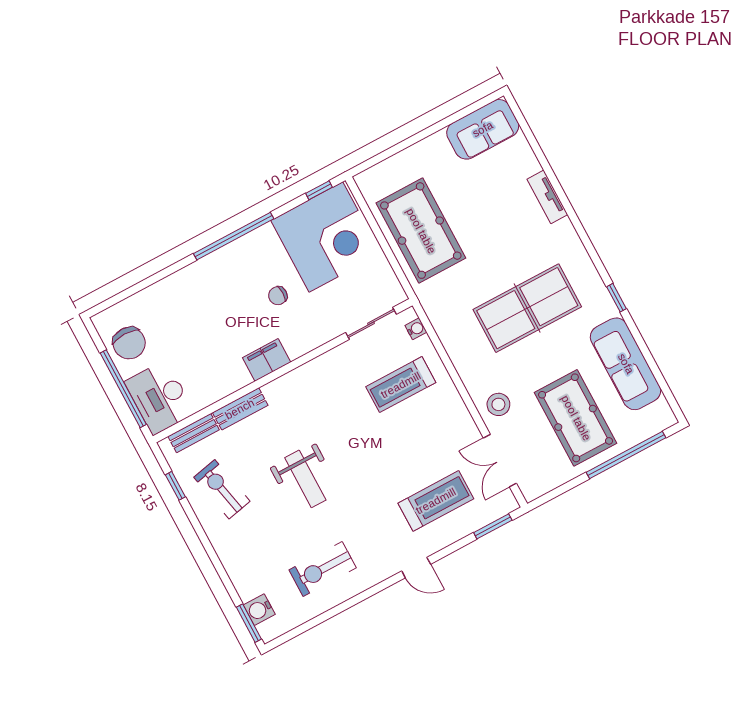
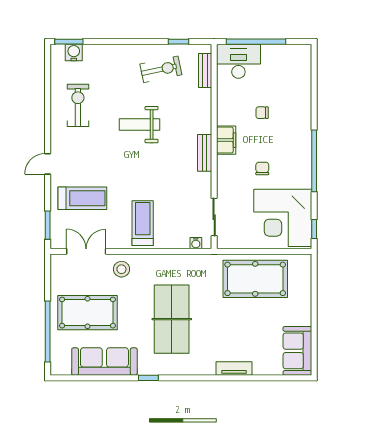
chair: (129, 343) -> (262, 113), moved, width x0.54, depth x0.54
treadmill: (401, 385) -> (143, 223), moved
bench: (240, 409) -> (205, 153), moved
treadmill: (436, 501) -> (82, 198), turned -90

